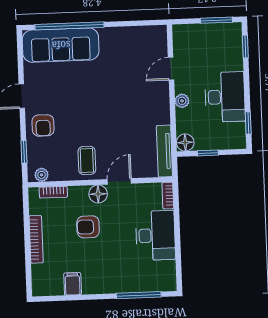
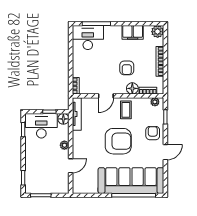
sofa: (61, 45) -> (131, 181), width x1.36, depth x1.27
desk: (225, 97) -> (41, 126), moved, turned 90
armchair: (97, 110) -> (118, 141), added
floor lamp: (98, 194) -> (132, 88), moved
armchair: (88, 227) -> (127, 68), turned 90
desk: (155, 235) -> (88, 38), moved, turned 90
filing cabinet: (73, 284) -> (133, 32), width x2.00
plant: (42, 286) -> (158, 32), added

